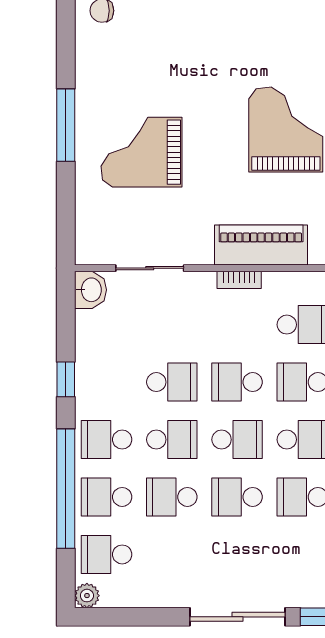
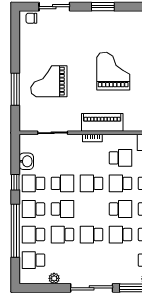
window: (66, 125) -> (15, 89), moved
washbasin: (90, 290) -> (26, 161), moved
school desk: (237, 440) -> (33, 183), moved, turned 180
plant: (87, 596) -> (54, 278), moved

